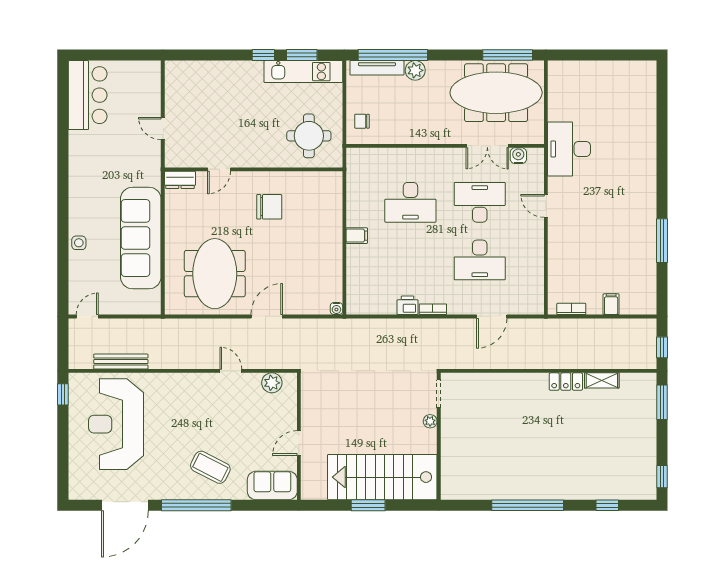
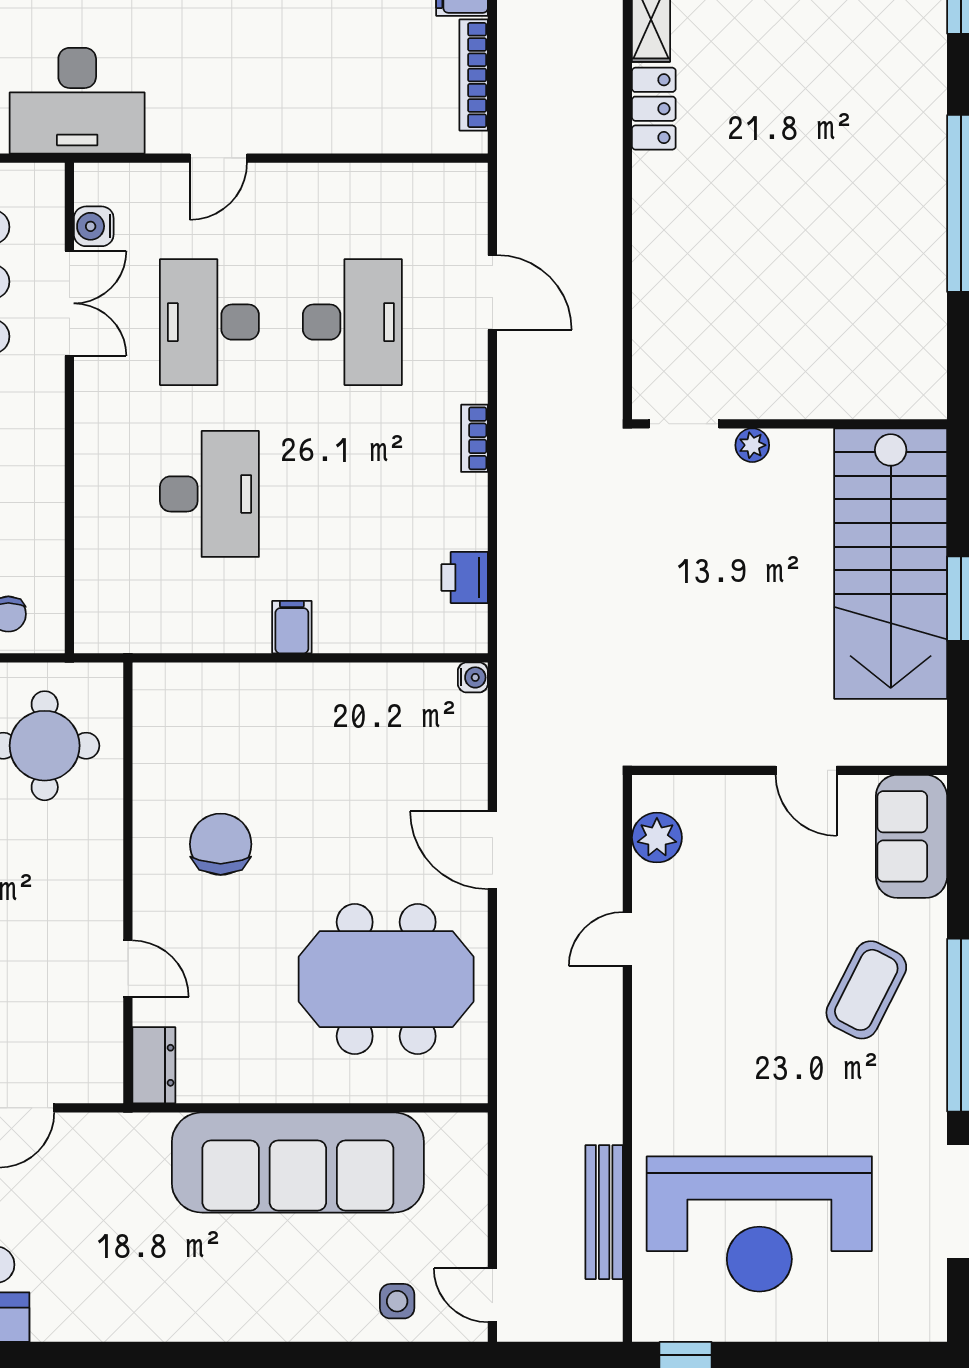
side table: (79, 243) -> (397, 1301), moved
printer: (408, 305) -> (465, 578), moved
bookcase: (571, 309) -> (474, 75), width x1.56

